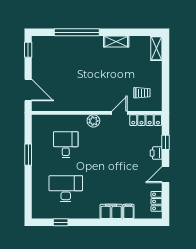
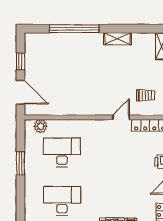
window: (28, 50) -> (20, 61), moved
plant: (93, 121) -> (40, 126), moved
desk: (66, 145) -> (62, 152), width x1.37

